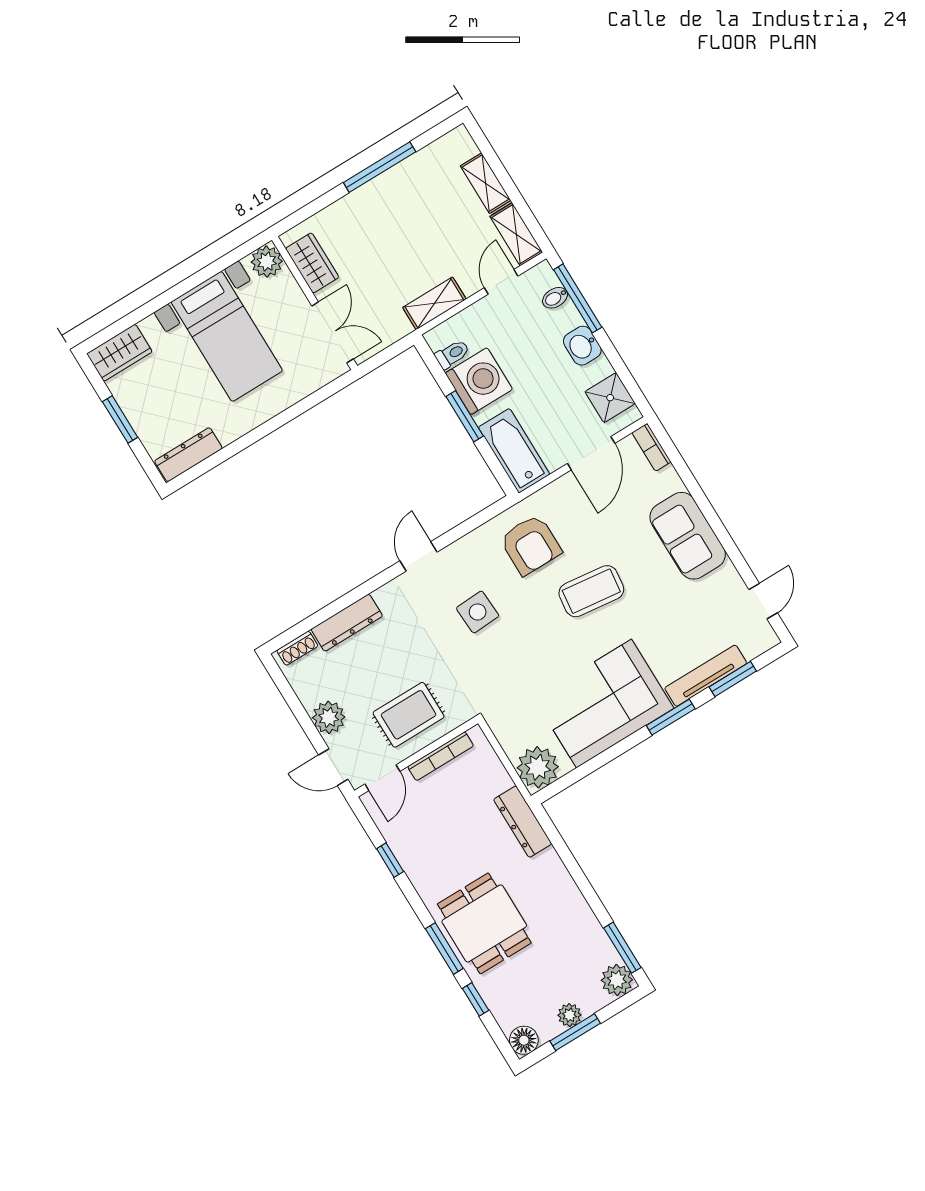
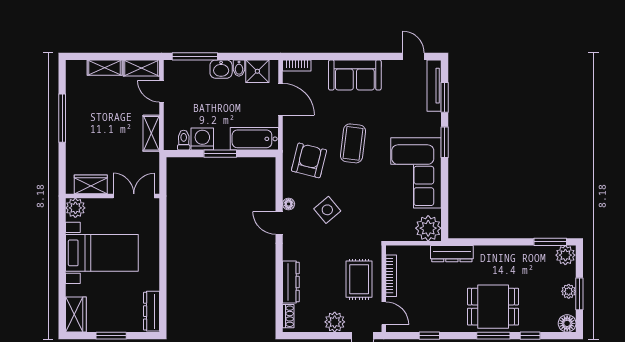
bidet: (555, 298) -> (239, 68), moved
washing machine: (479, 381) -> (202, 139), width x0.73, depth x0.73
armchair: (531, 545) -> (309, 160), turned -76
floor lamp: (453, 553) -> (289, 204), added
side table: (478, 612) -> (327, 210), turned -37
tv unit: (706, 676) -> (434, 86), moved

